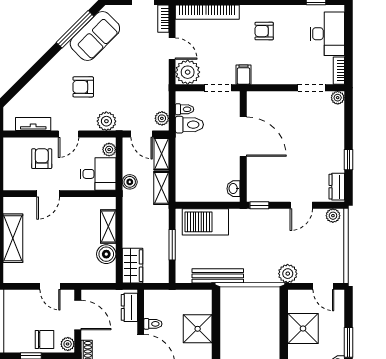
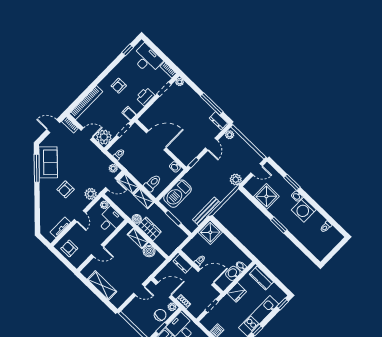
printer: (282, 74) -> (145, 97), added
toilet: (189, 125) -> (153, 183), moved
armchair: (42, 159) -> (69, 248), moved
window: (348, 160) -> (212, 104), width x2.17
boiler: (130, 182) -> (137, 219), moved
door: (48, 194) -> (98, 251), hinge flipped
wardrobe: (133, 266) -> (149, 229), moved
shower: (198, 329) -> (210, 232), moved

